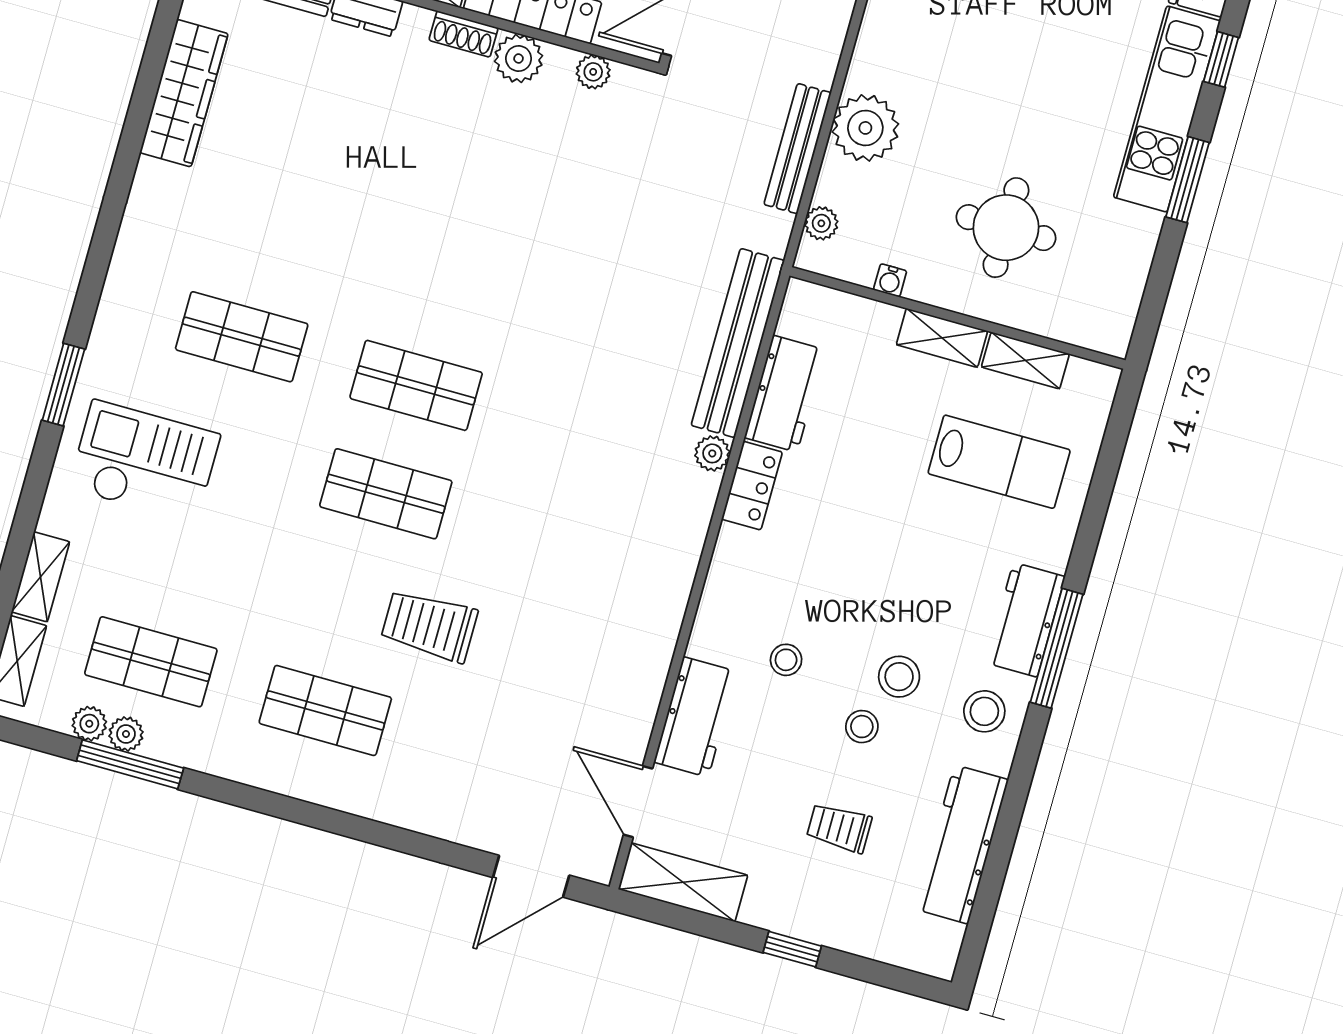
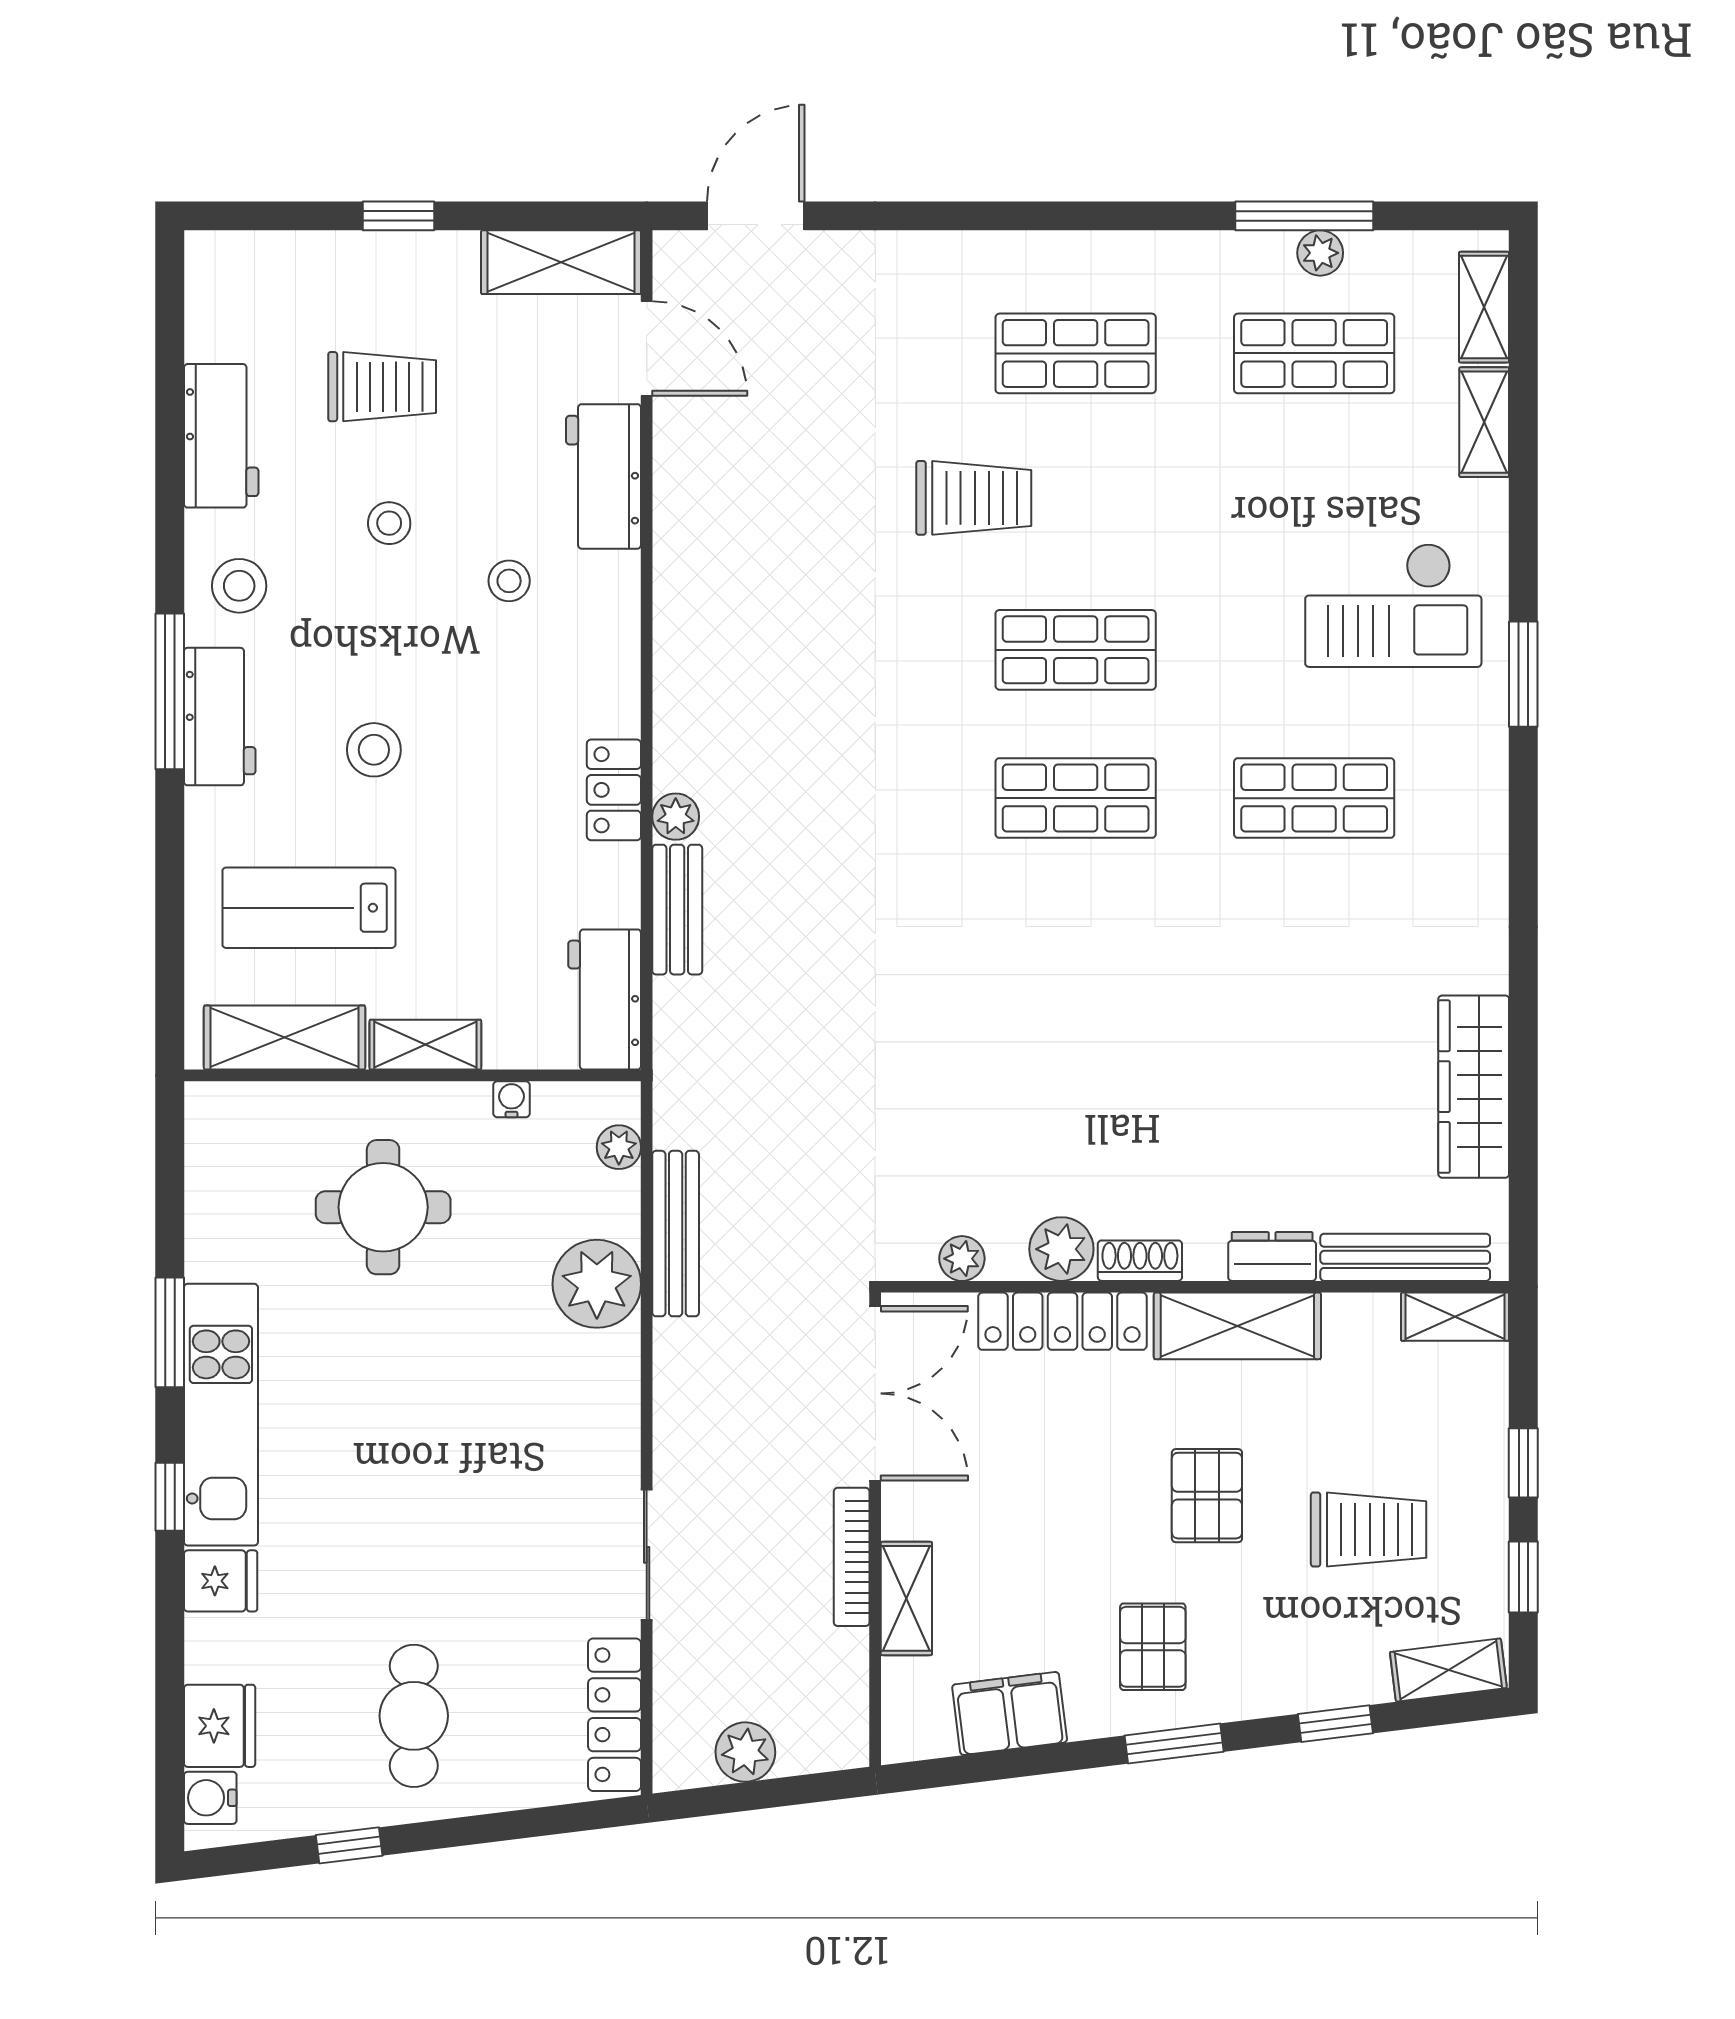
bench: (738, 343) -> (677, 910), width x0.54, depth x0.82
shelving: (1025, 360) -> (285, 1038), width x1.50, depth x1.33
workbench: (785, 394) -> (605, 999), moved
stool: (899, 677) -> (374, 750), moved
plant: (89, 724) -> (1370, 253), removed
trolley: (839, 828) -> (382, 387), width x1.36, depth x1.39
workbench: (961, 844) -> (221, 436), width x0.73

